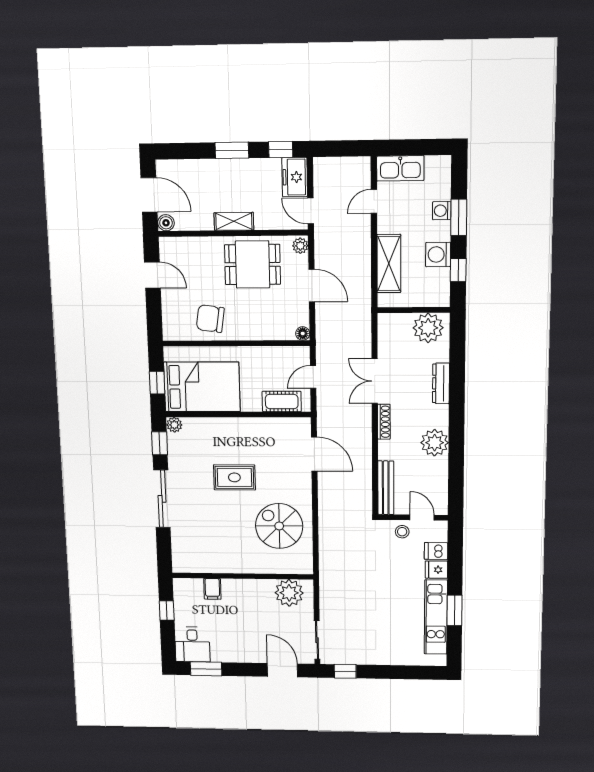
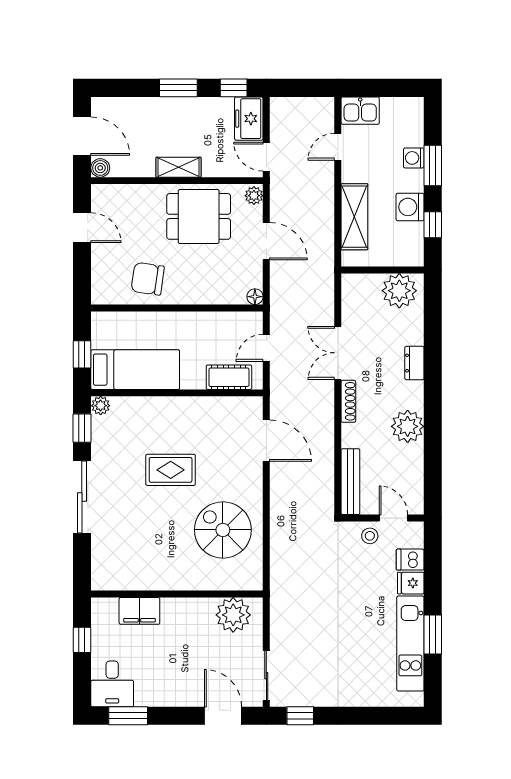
kitchen sink: (400, 168) -> (360, 111), width x0.73
dresser: (441, 383) -> (414, 363), width x0.70
bed: (202, 387) -> (135, 370), width x0.67
filing cabinet: (212, 589) -> (139, 611), width x2.00

